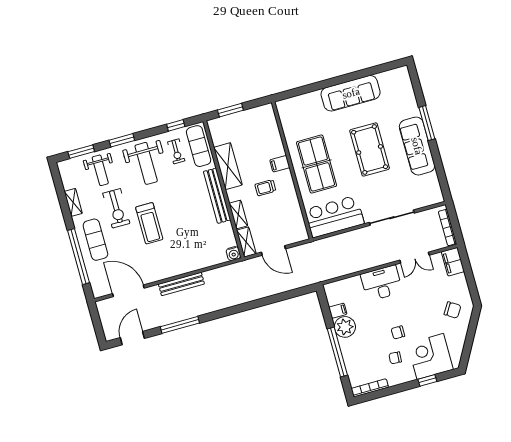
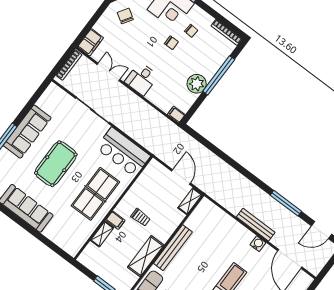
shelving: (238, 214) -> (102, 234), moved
water cooler: (233, 254) -> (258, 244), moved
desk: (382, 283) -> (141, 79), width x0.73
filing cabinet: (338, 311) -> (176, 115), moved

